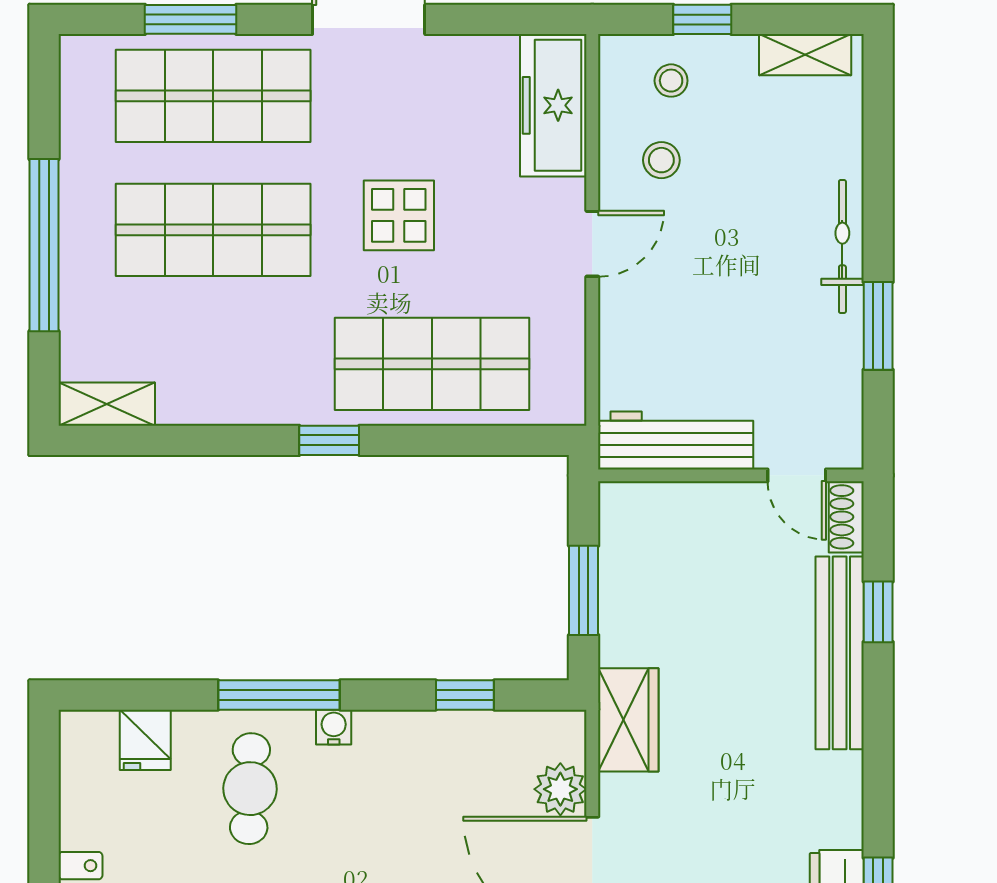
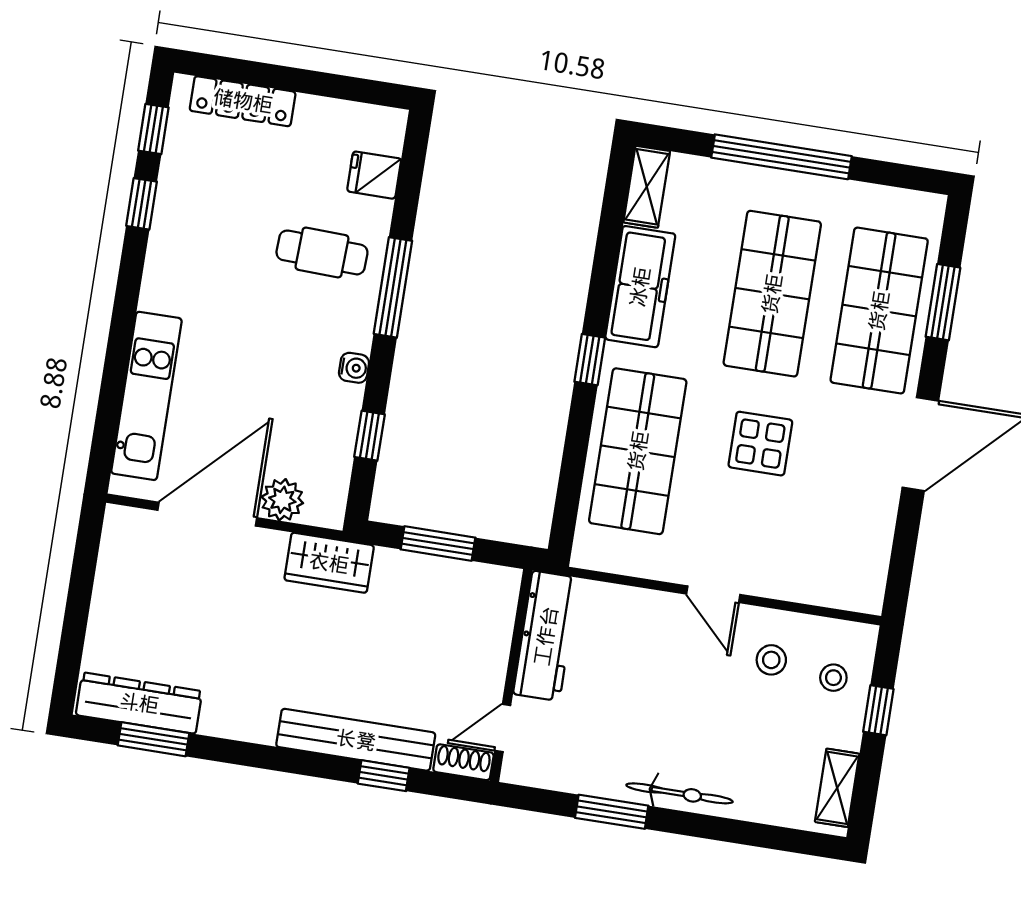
freezer: (553, 105) -> (640, 287), moved, turned 90
water cooler: (334, 727) -> (354, 368), moved

